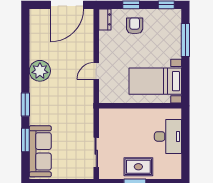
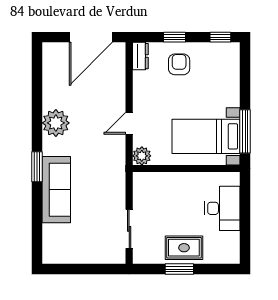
window: (185, 40) -> (245, 131), moved
plant: (106, 96) -> (142, 156), added
window: (25, 140) -> (37, 213), removed
sofa: (40, 151) -> (56, 190), moved

